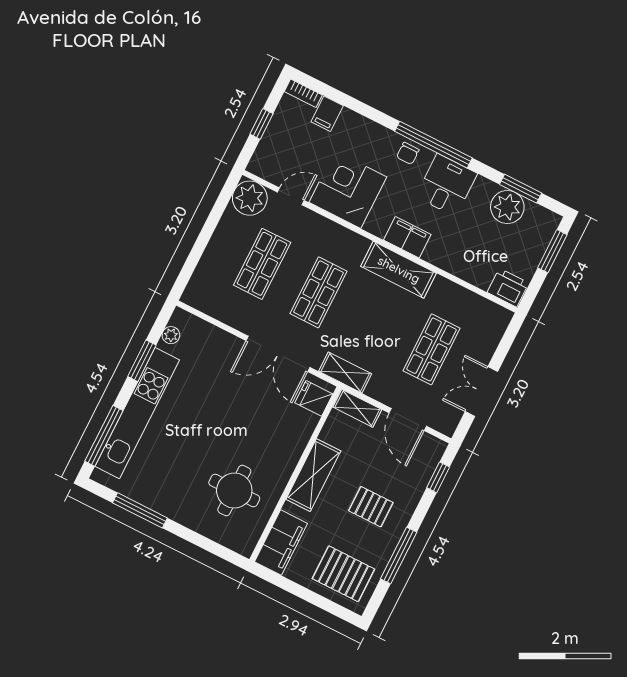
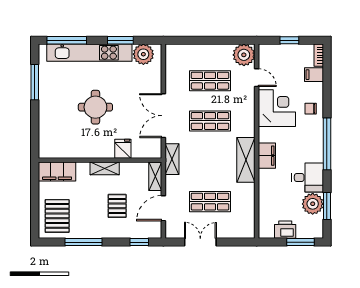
chair: (408, 153) -> (311, 109), moved
desk: (446, 185) -> (308, 178), moved
printer: (508, 288) -> (285, 230), moved, turned -90
plant: (171, 335) -> (143, 54), width x1.87, depth x1.87
fridge: (314, 398) -> (123, 149), moved
shelving: (313, 475) -> (105, 168), width x0.67, depth x0.75
round table: (234, 490) -> (95, 107), moved
pallet: (371, 507) -> (117, 206), moved

